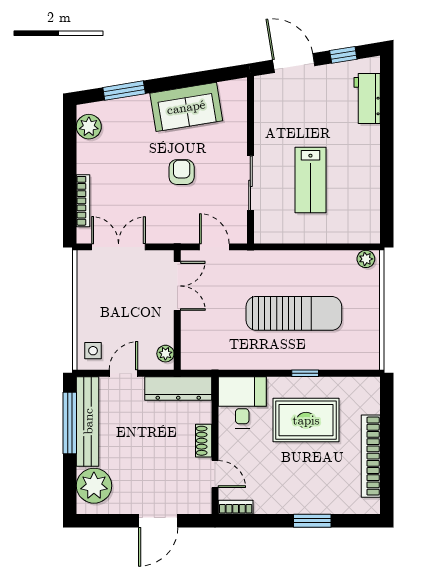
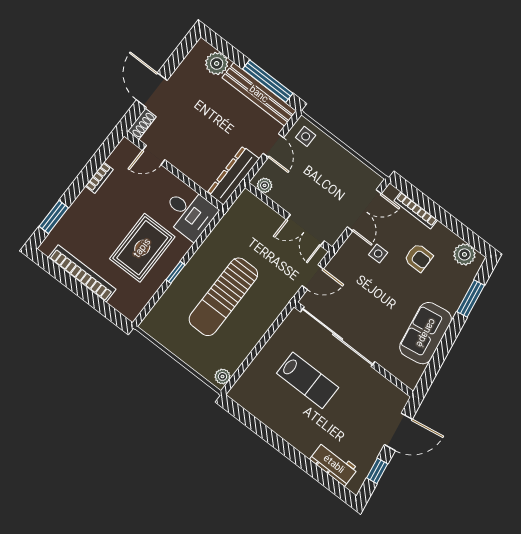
armchair: (182, 172) -> (419, 258), moved
lab bench: (310, 180) -> (308, 380), turned 180
sliding door: (250, 183) -> (338, 337), width x1.86
side table: (148, 205) -> (378, 254), added
shoe rack: (204, 441) -> (142, 124), moved, turned 90
plant: (94, 486) -> (217, 63), width x0.73, depth x0.73
bookcase: (236, 507) -> (99, 178), moved
window: (312, 521) -> (54, 217), moved

